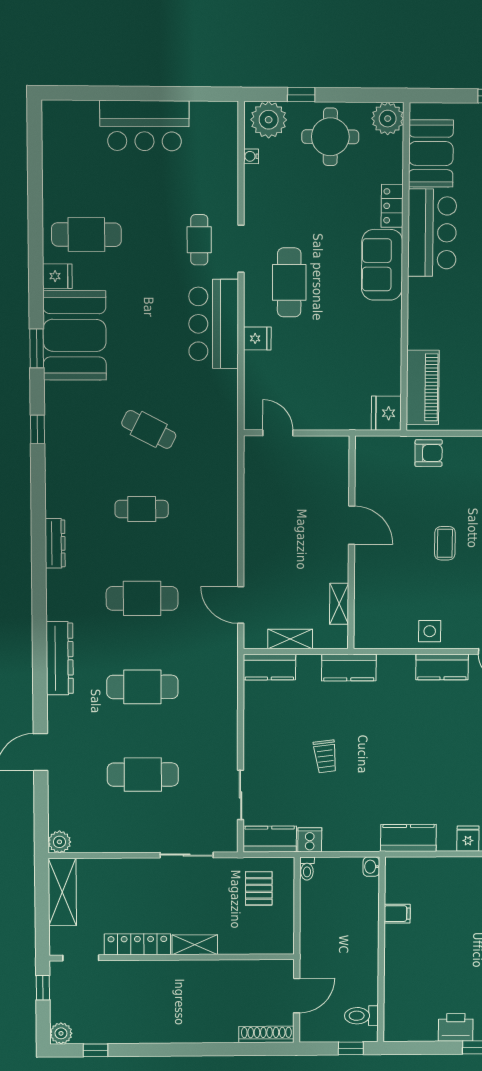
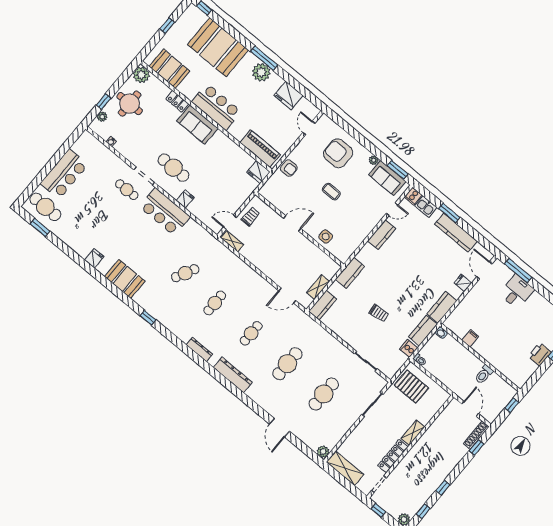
plant: (269, 120) -> (102, 117), width x0.53, depth x0.53
bar counter: (432, 233) -> (216, 107), moved
cafe table: (86, 235) -> (45, 207), moved, turned 90
booth: (75, 335) -> (125, 279), width x0.73, depth x0.70
window: (37, 348) -> (40, 228), moved
armchair: (429, 453) -> (289, 168), turned 90
trolley: (311, 456) -> (250, 217), added
cafe table: (142, 598) -> (251, 333), width x0.73, depth x0.74
shelving: (339, 604) -> (232, 241), moved
side table: (430, 631) -> (326, 236), moved
dresser: (60, 658) -> (233, 375), moved
kitchen counter: (270, 839) -> (423, 331), moved
pallet: (259, 888) -> (411, 387), width x1.50, depth x1.42
toilet: (361, 1016) -> (484, 374), moved
window: (249, 1049) -> (477, 447), added
window: (152, 1050) -> (443, 488), added

